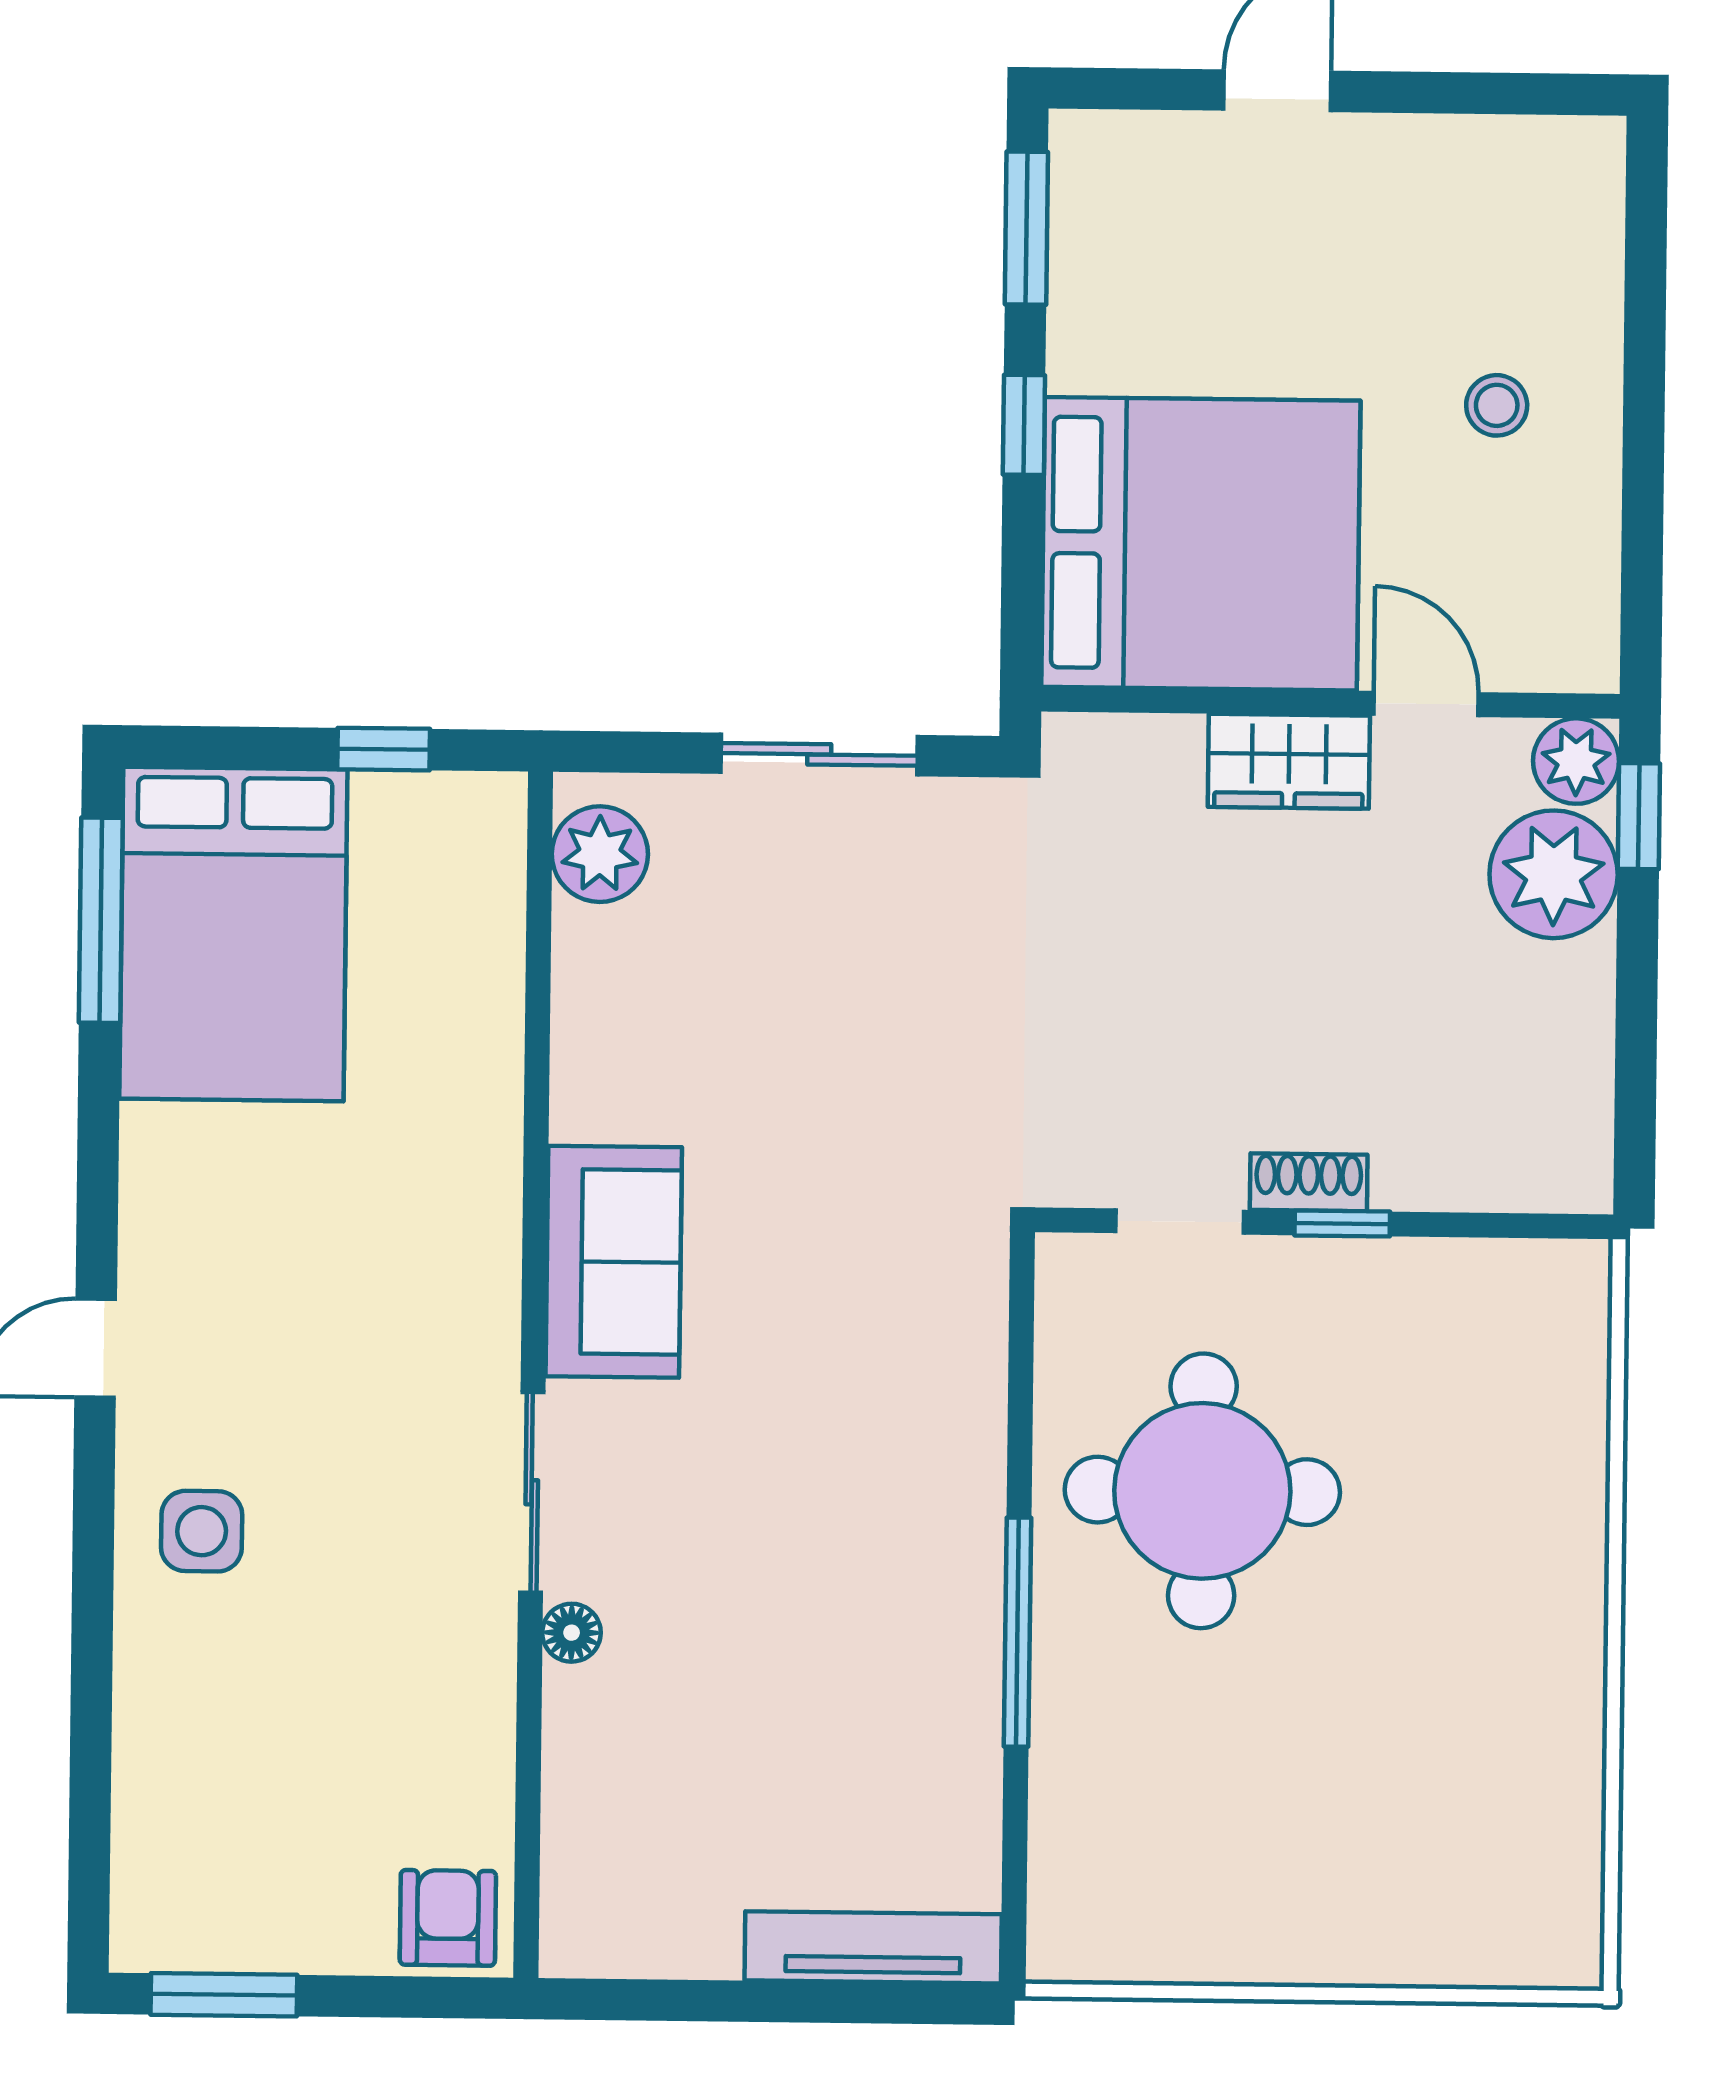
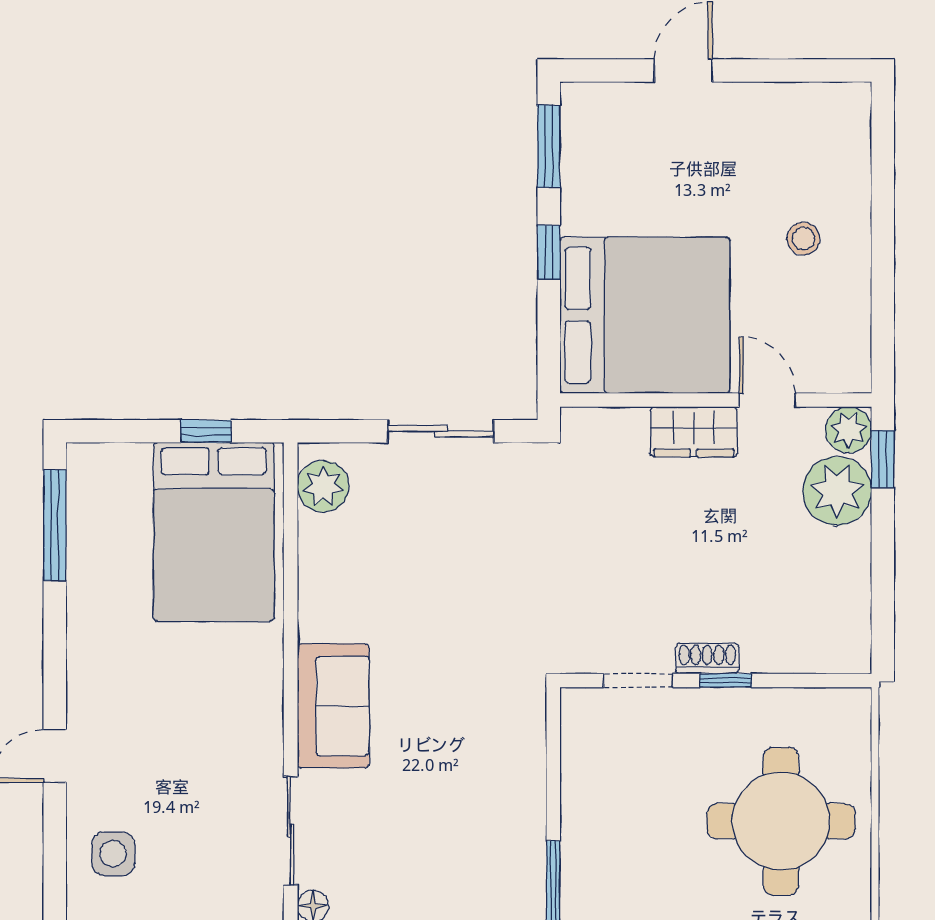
bed: (233, 934) -> (214, 532), moved
round table: (1202, 1491) -> (781, 821), moved

